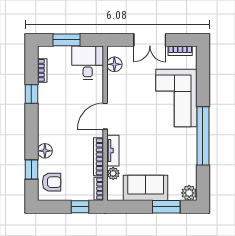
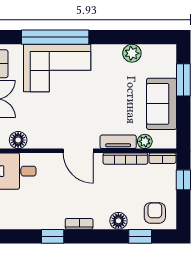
bookcase: (42, 70) -> (79, 224), moved
window: (203, 136) -> (55, 37), moved
plant: (189, 193) -> (132, 53), moved

